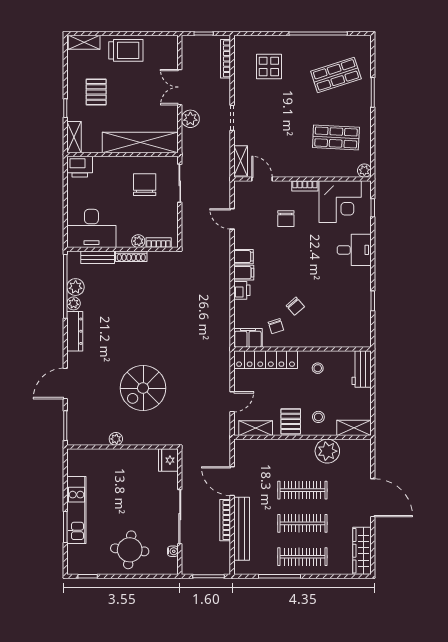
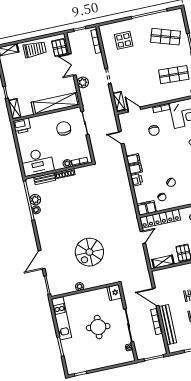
shop shelf: (336, 75) -> (165, 37), turned 36
pallet: (96, 92) -> (59, 47), moved
dresser: (75, 331) -> (41, 227), removed
door: (232, 402) -> (143, 237), moved
kitchen unit: (76, 510) -> (61, 318), moved
round table: (130, 550) -> (98, 327), moved

